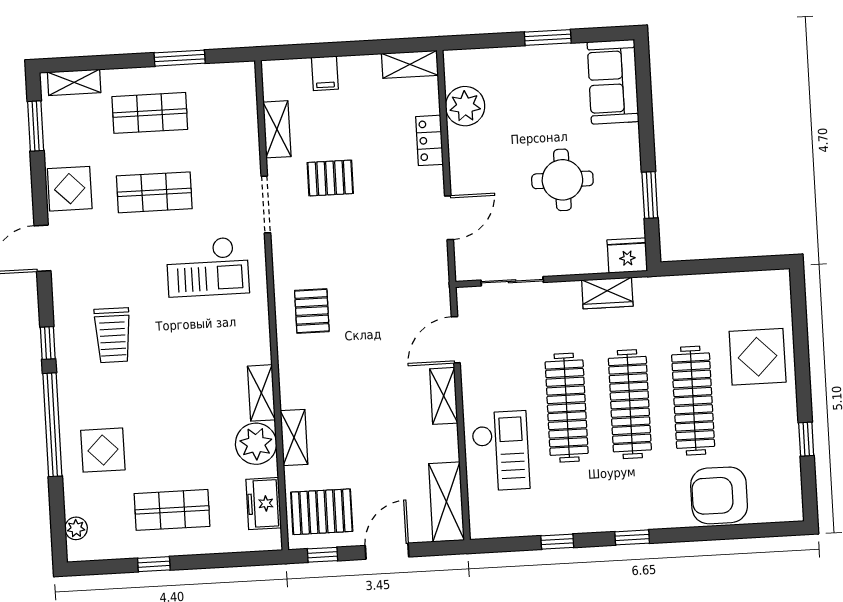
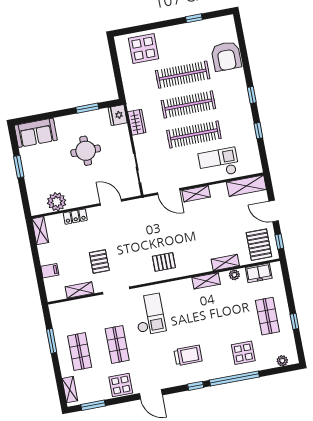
display table: (758, 357) -> (143, 49), moved
plant: (256, 444) -> (234, 275), width x0.53, depth x0.53

